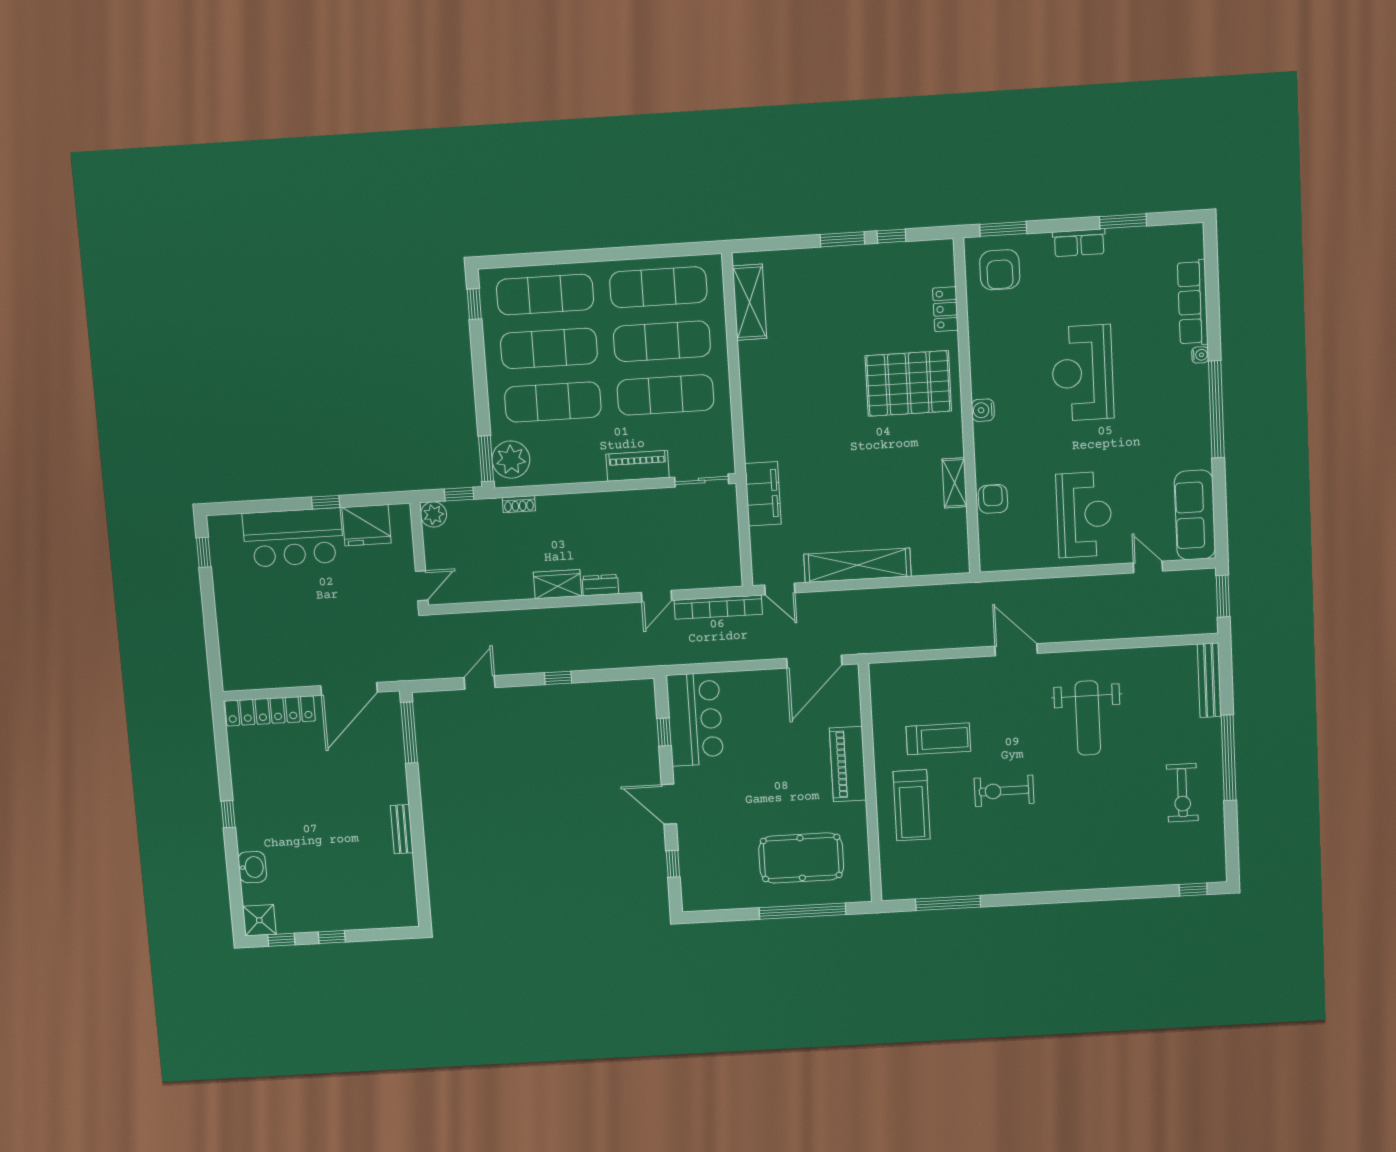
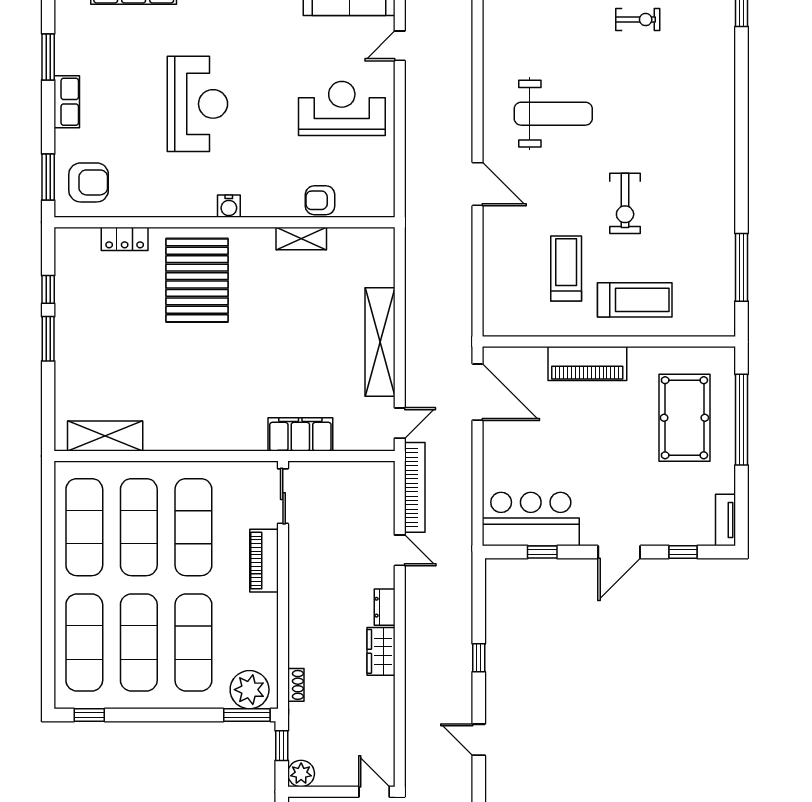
reception desk: (1082, 373) -> (197, 104), turned -90
door: (1016, 650) -> (478, 184), swing flipped
exercise bike: (1182, 793) -> (638, 20), width x0.73, depth x0.72
tv unit: (706, 902) -> (726, 520), added

